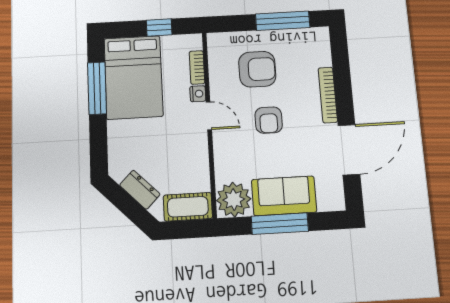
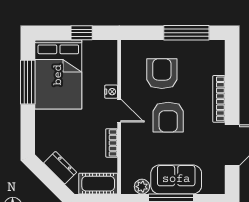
bookcase: (197, 67) -> (112, 143), moved
armchair: (257, 69) -> (162, 74), turned -90
armchair: (269, 120) -> (168, 117), width x1.38, depth x1.38
plant: (234, 200) -> (142, 187), width x0.53, depth x0.53

